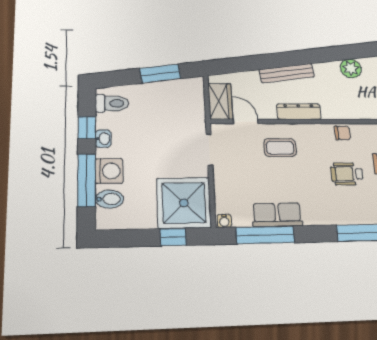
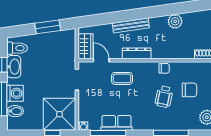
washbasin: (103, 139) -> (14, 67), width x1.91, depth x1.45
wheelchair: (347, 174) -> (164, 97), turned -78

